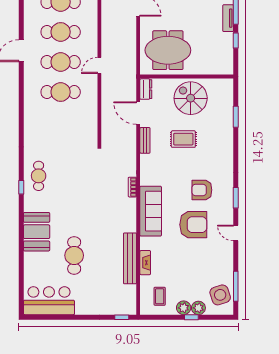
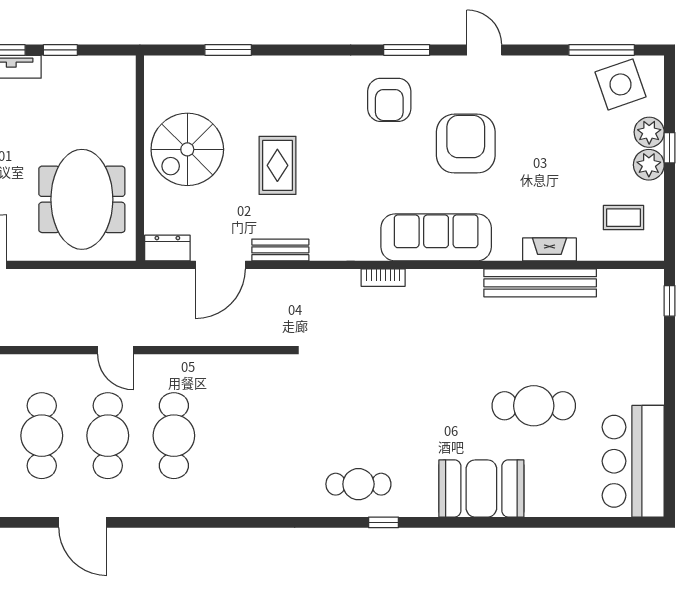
armchair: (202, 190) -> (389, 100), moved
door: (236, 233) -> (484, 50), swing flipped

